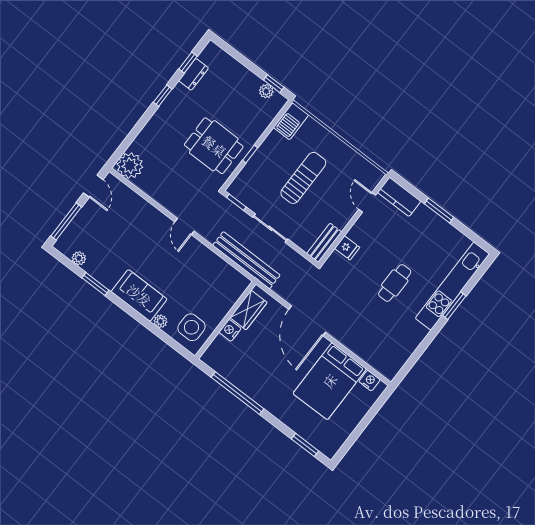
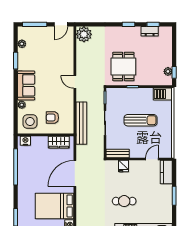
door: (184, 227) -> (75, 82), hinge flipped
armchair: (209, 293) -> (52, 118), added
nightstand: (230, 330) -> (25, 141), moved

